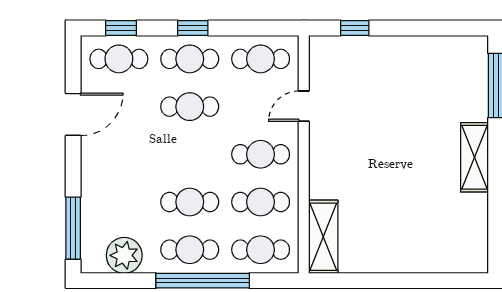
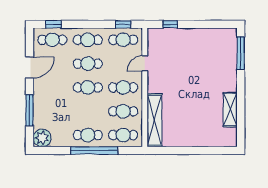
window: (193, 28) -> (123, 24), moved
shelving: (474, 157) -> (230, 109), moved
cafe table: (190, 202) -> (88, 87), moved
window: (73, 228) -> (30, 110), moved
shelving: (323, 237) -> (155, 120), width x1.47
plant: (124, 255) -> (42, 138), moved

